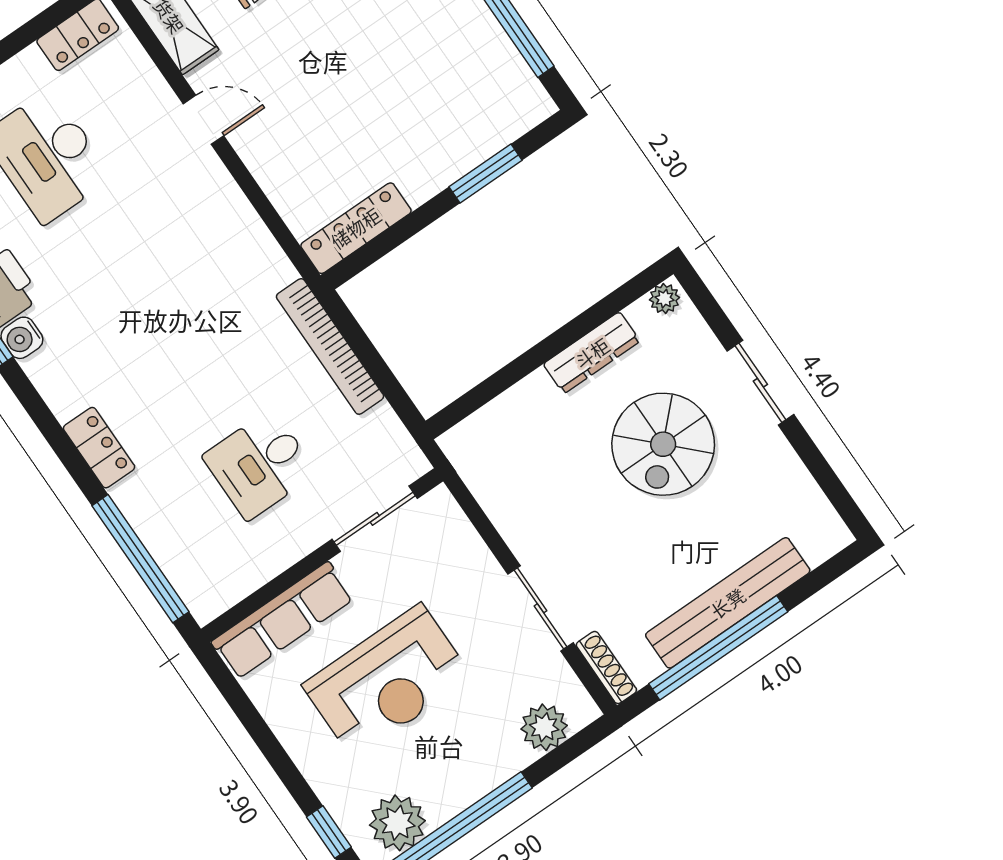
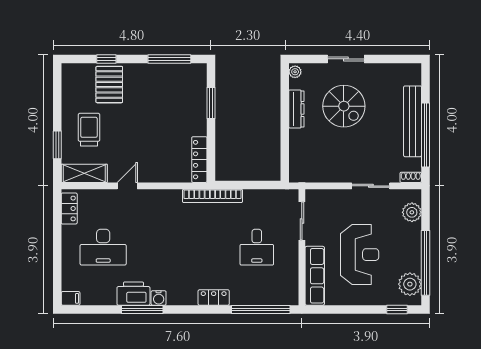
bookcase: (330, 346) -> (212, 196), moved
shoe rack: (606, 667) -> (411, 177), width x0.70

